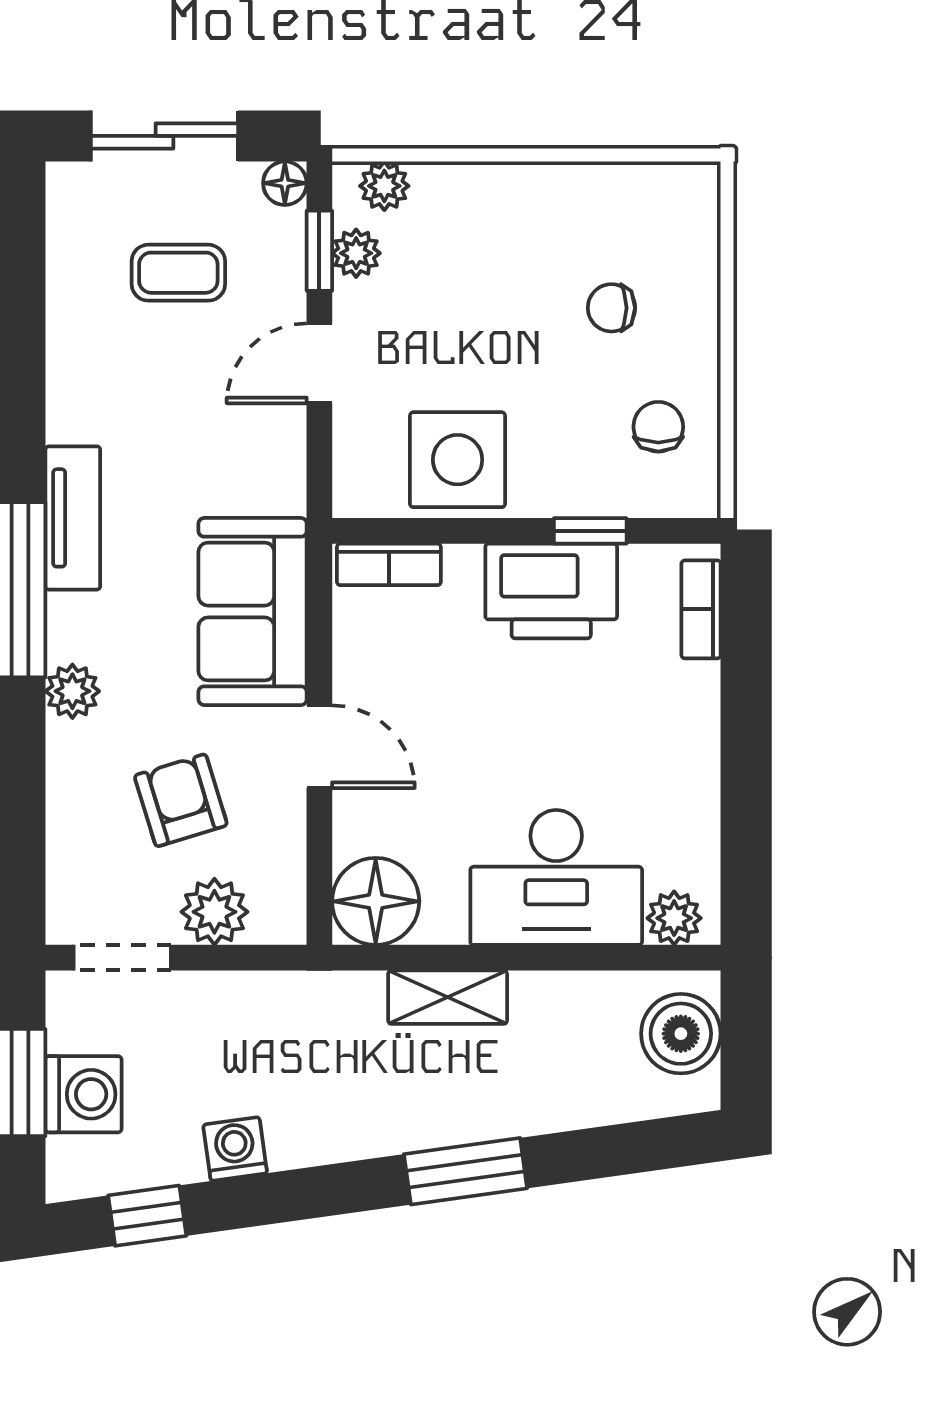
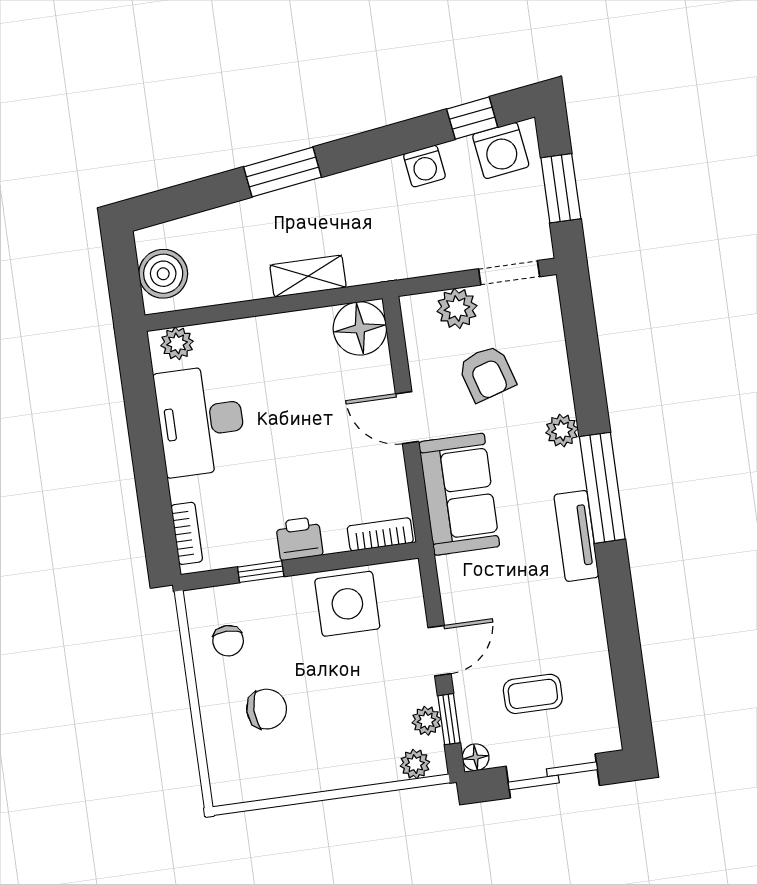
chair: (611, 308) -> (267, 709), width x1.37, depth x1.37
printer: (551, 591) -> (299, 539), width x0.53, depth x0.68
desk: (556, 877) -> (201, 421), moved, turned -90
washing machine: (84, 1094) -> (501, 150), moved, turned -98

